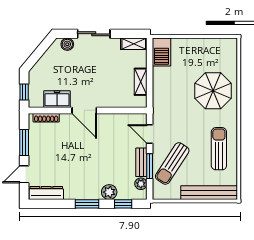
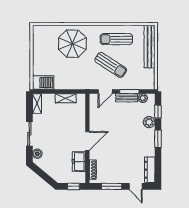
sun lounger: (172, 163) -> (111, 65), moved

